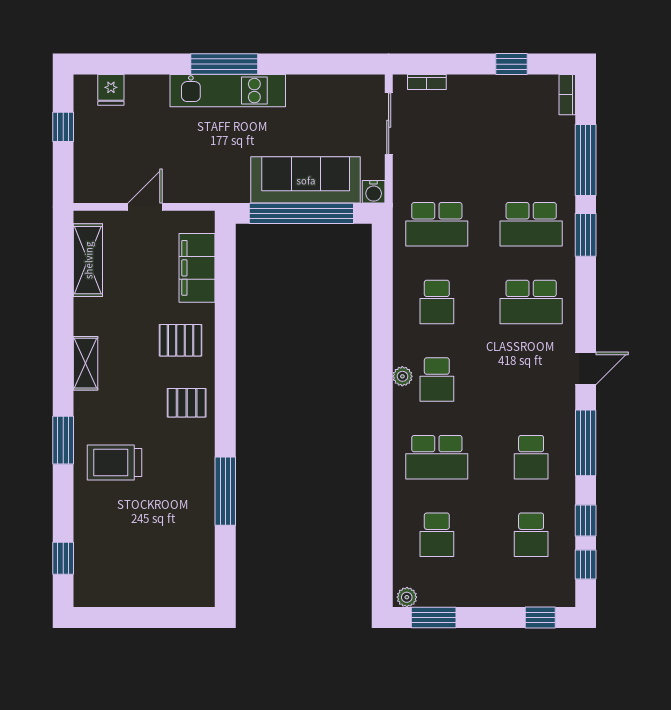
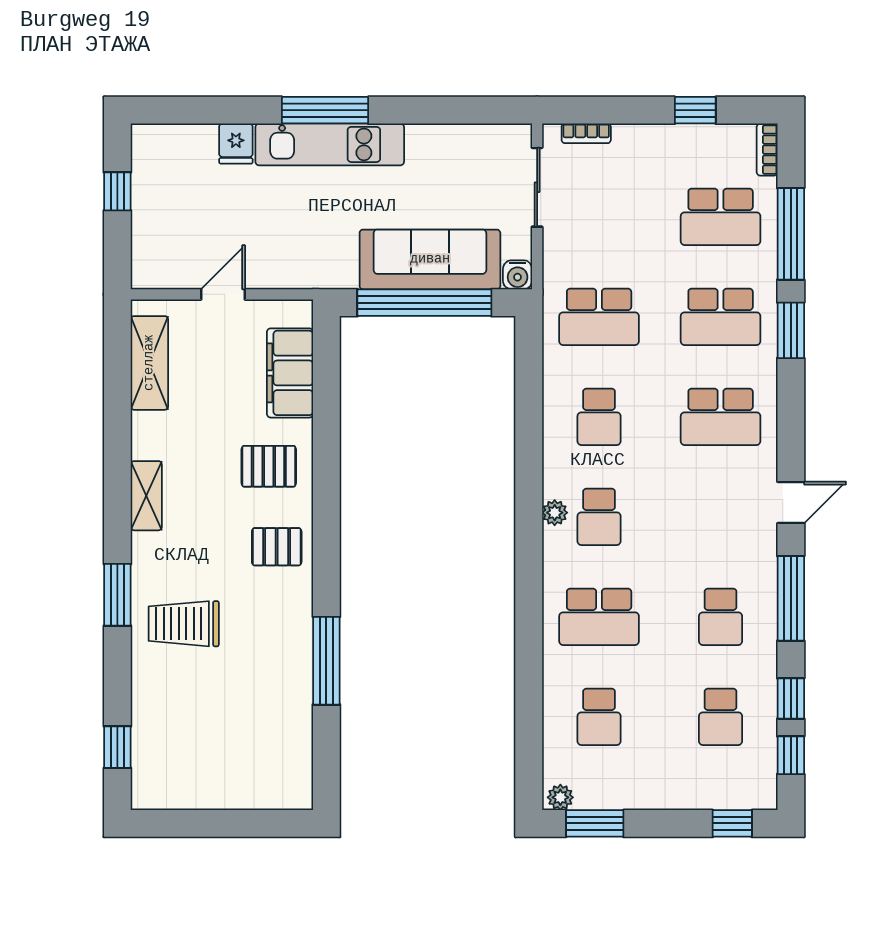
fridge: (111, 90) -> (236, 144), moved
school desk: (531, 147) -> (721, 217), added

